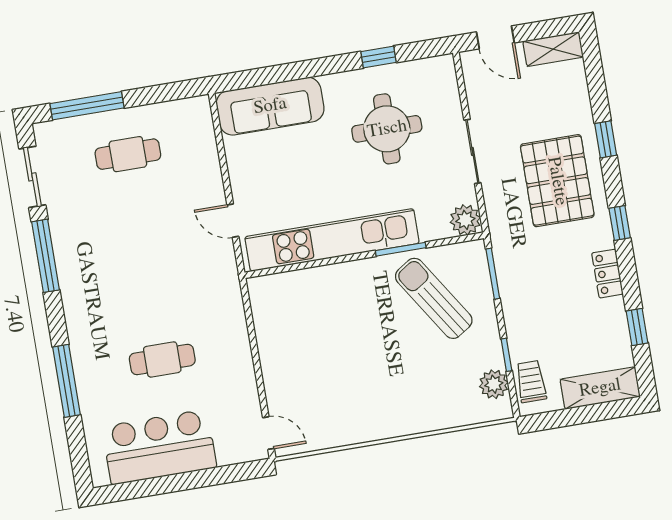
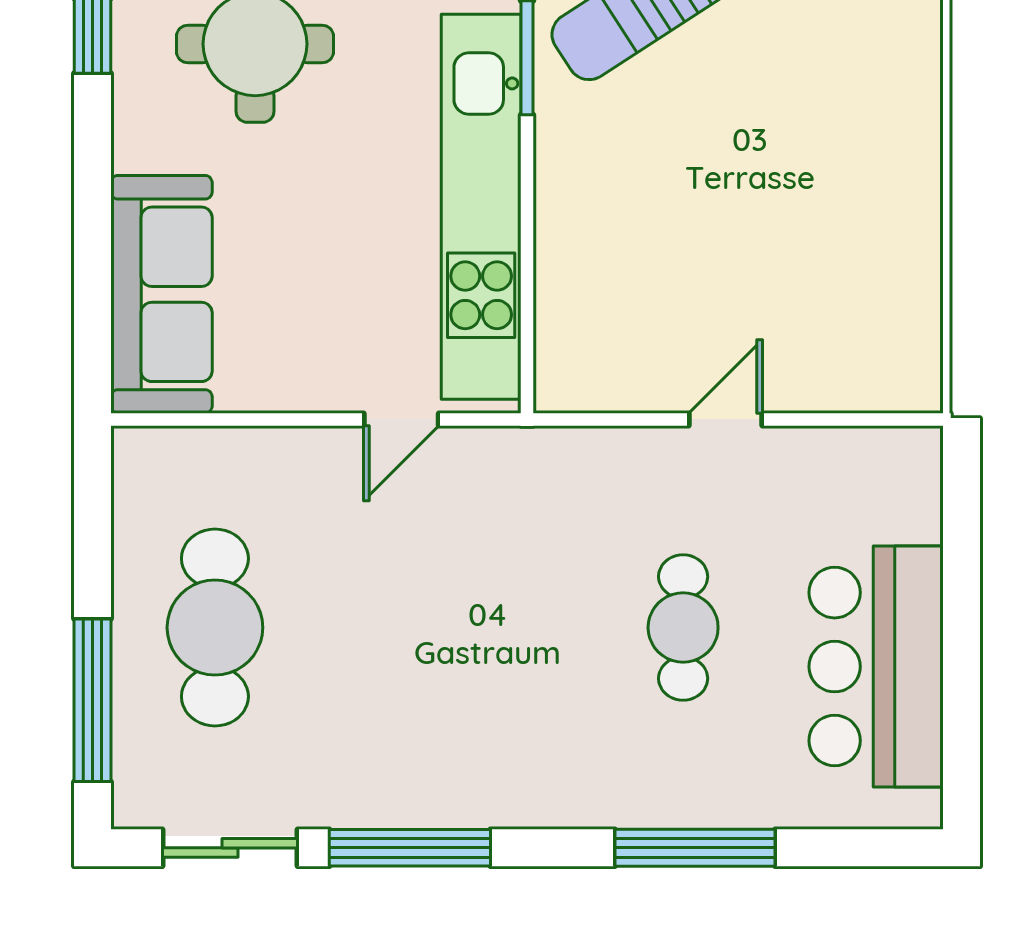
cafe table: (128, 154) -> (215, 628), width x1.37, depth x1.35
door: (268, 433) -> (726, 419), moved

